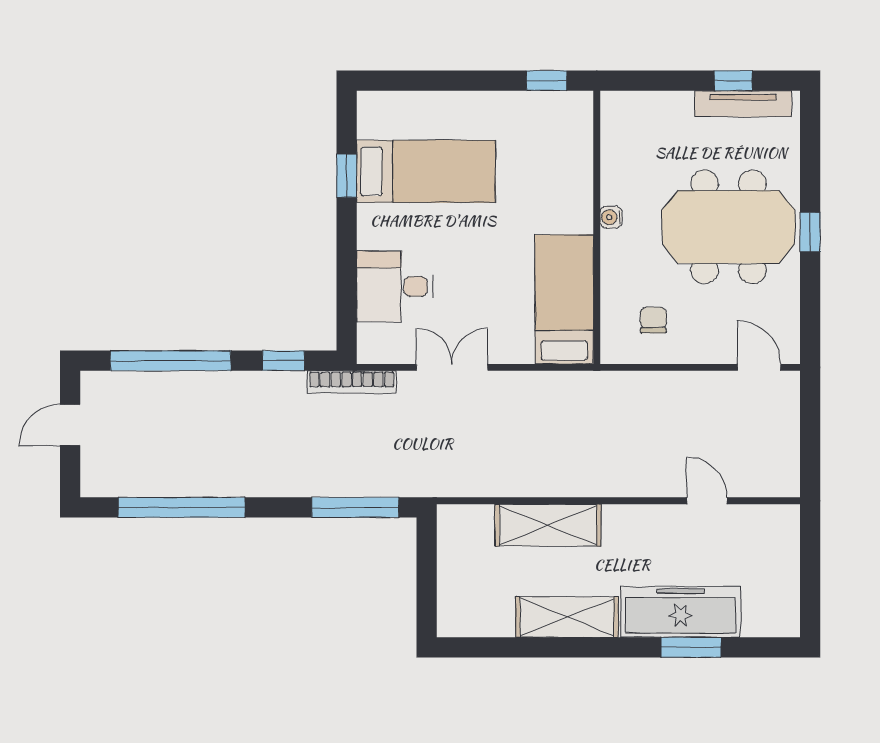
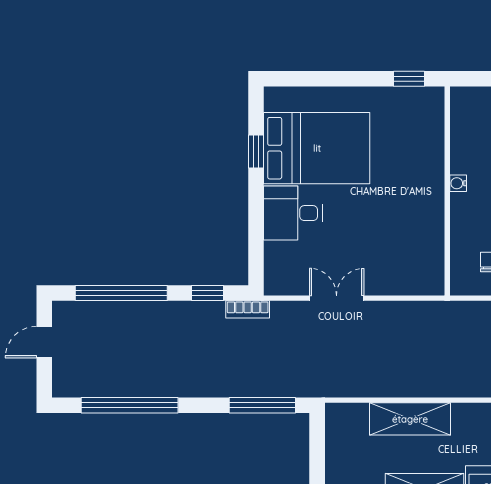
bed: (426, 171) -> (317, 148), width x1.50
desk: (395, 286) -> (293, 213), moved
bed: (564, 299) -> (422, 246), removed
bookcase: (352, 382) -> (248, 309), width x0.64

